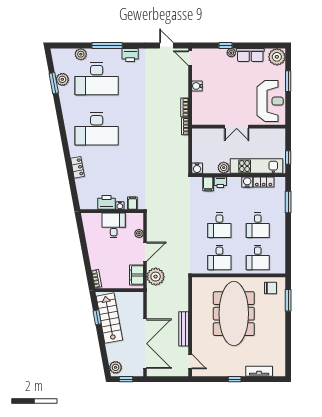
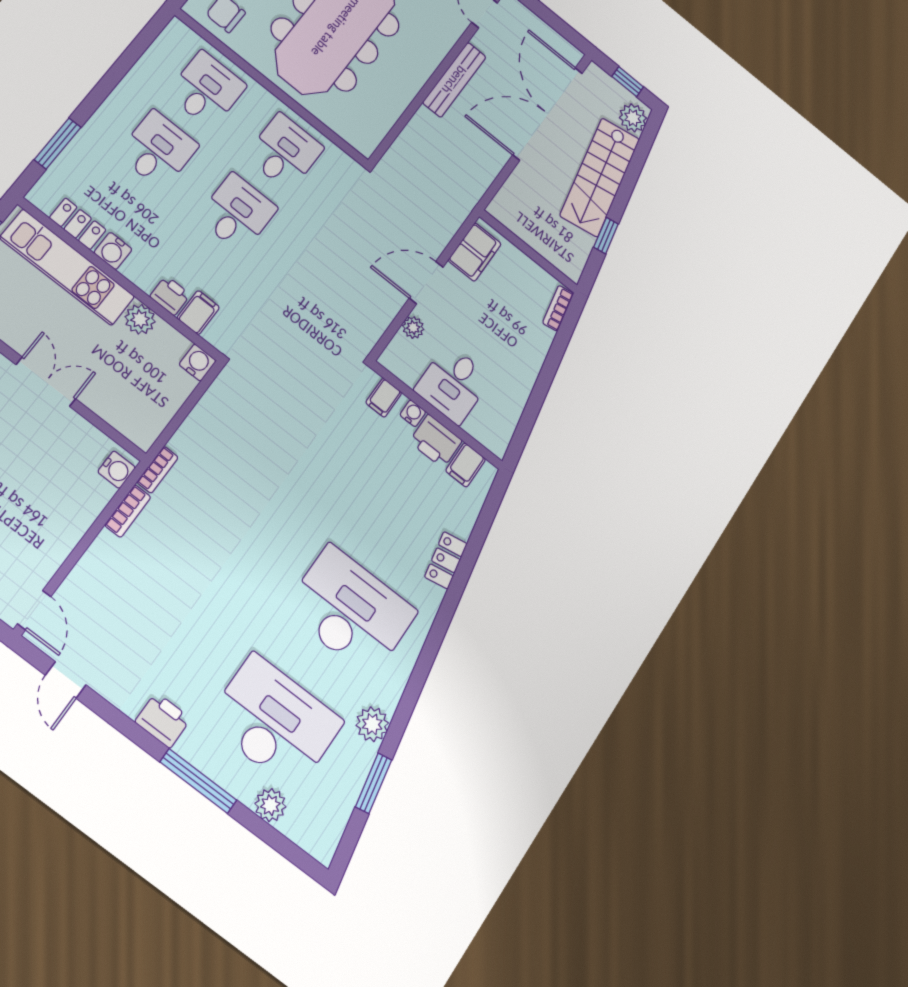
plant: (62, 79) -> (372, 724), moved
water cooler: (197, 86) -> (117, 470), moved
filing cabinet: (92, 202) -> (466, 465), added
plant: (156, 277) -> (439, 219), removed
stairs: (109, 318) -> (600, 177), moved

